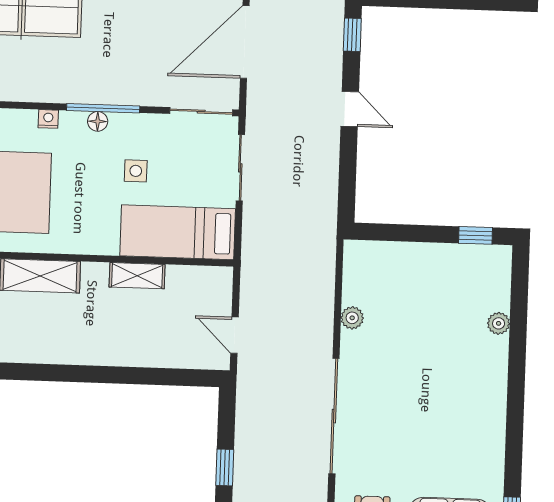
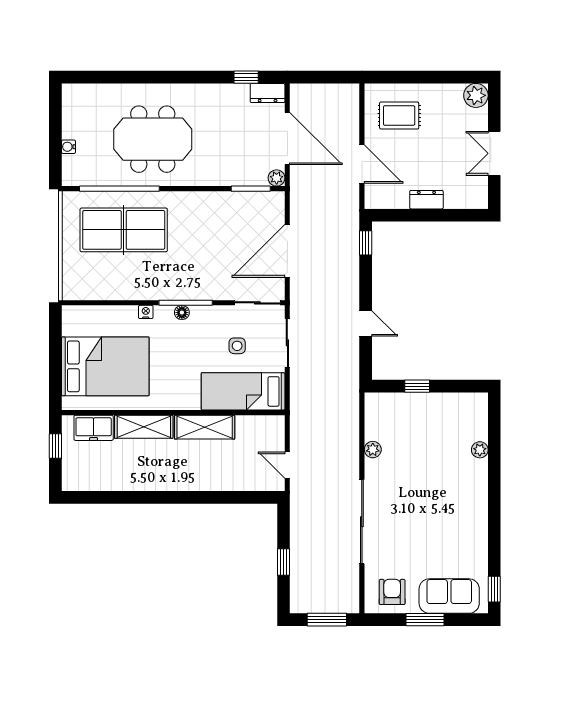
door: (350, 109) -> (366, 323), moved
side table: (136, 171) -> (237, 346), moved
window: (475, 235) -> (417, 386), moved
shelving: (137, 276) -> (205, 427), width x1.50, depth x1.33

